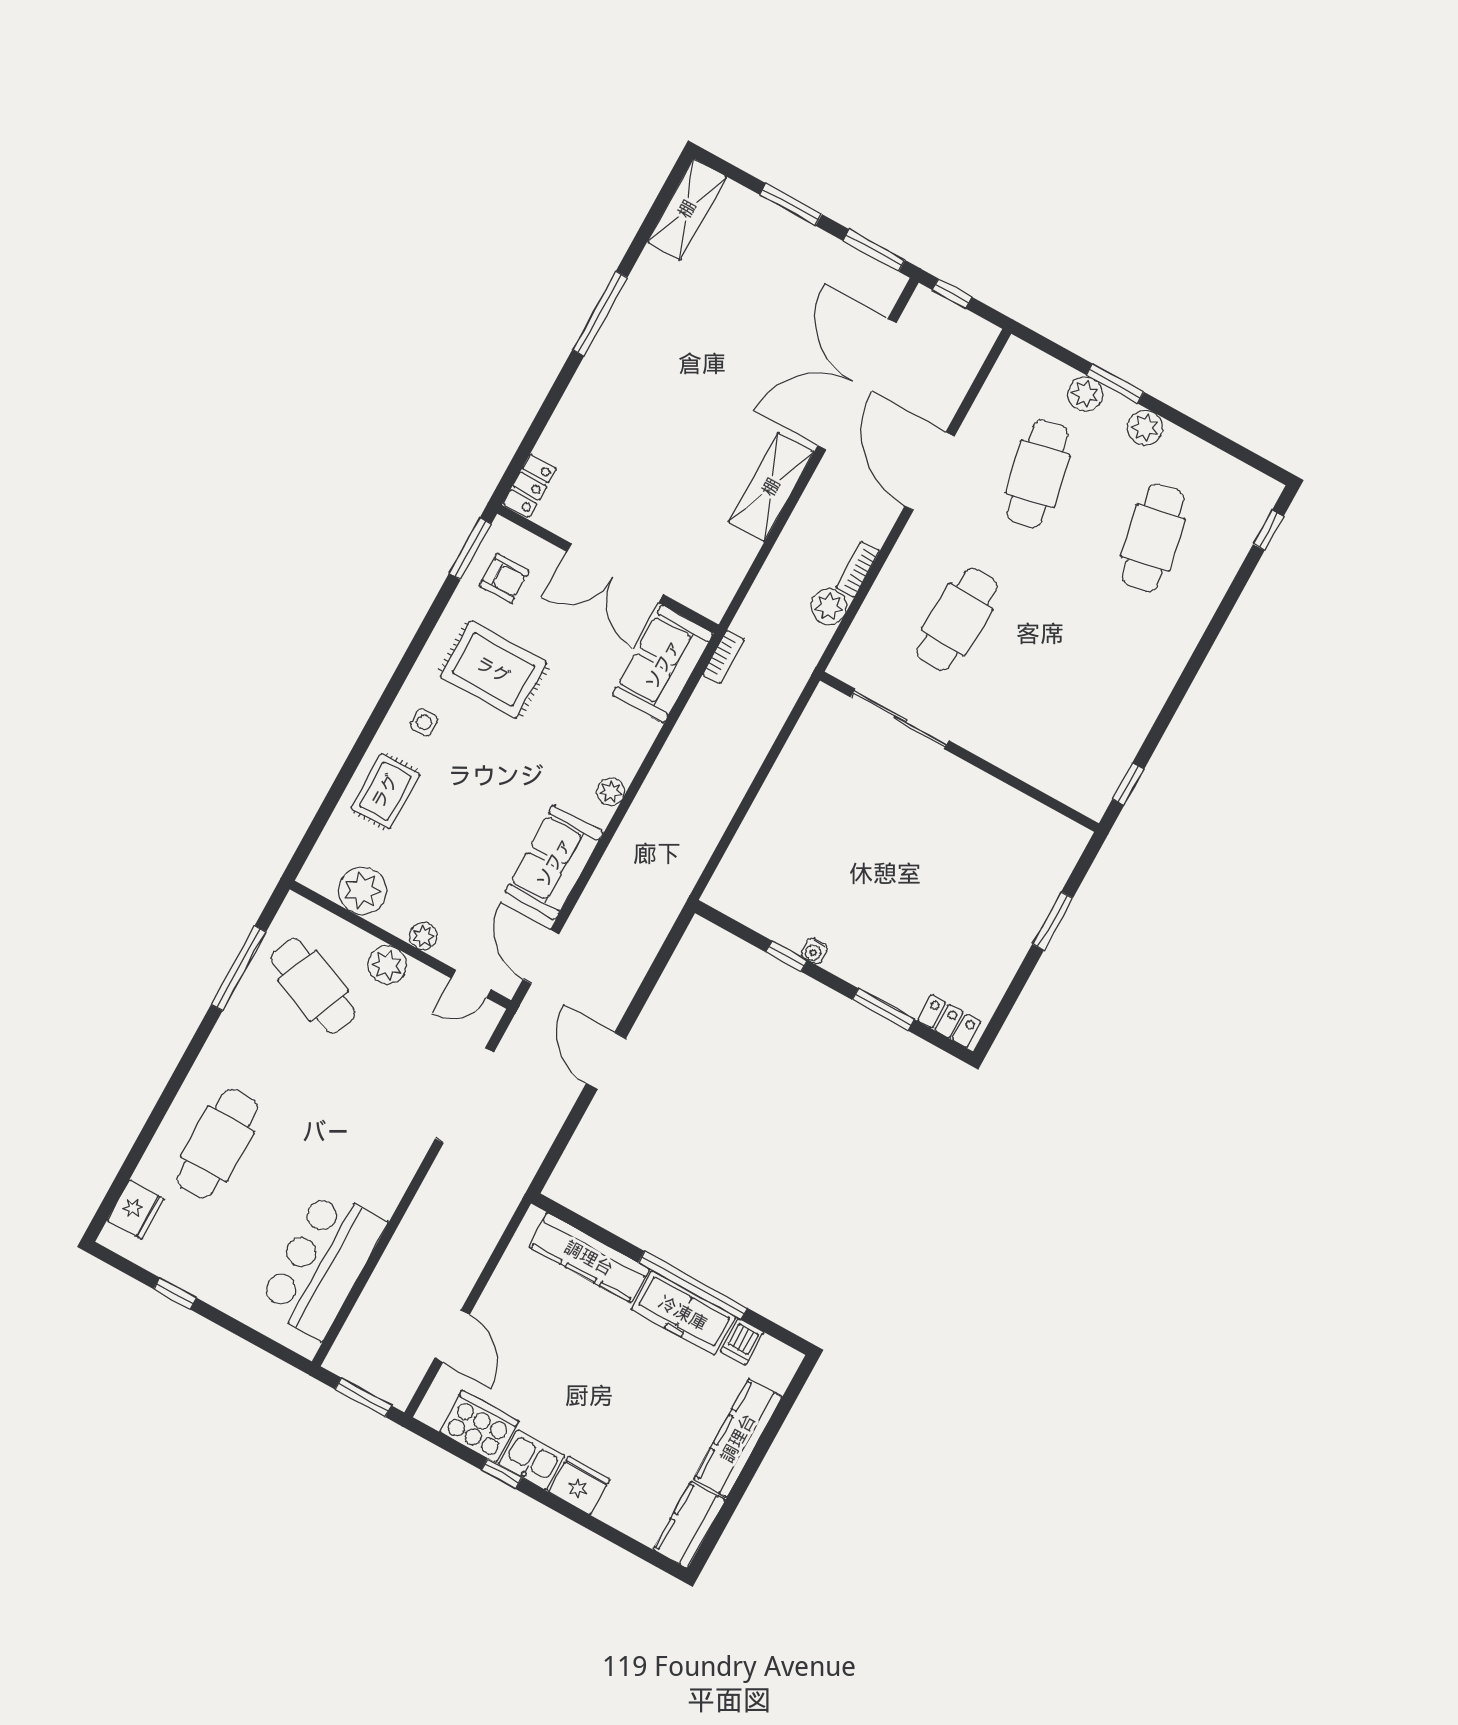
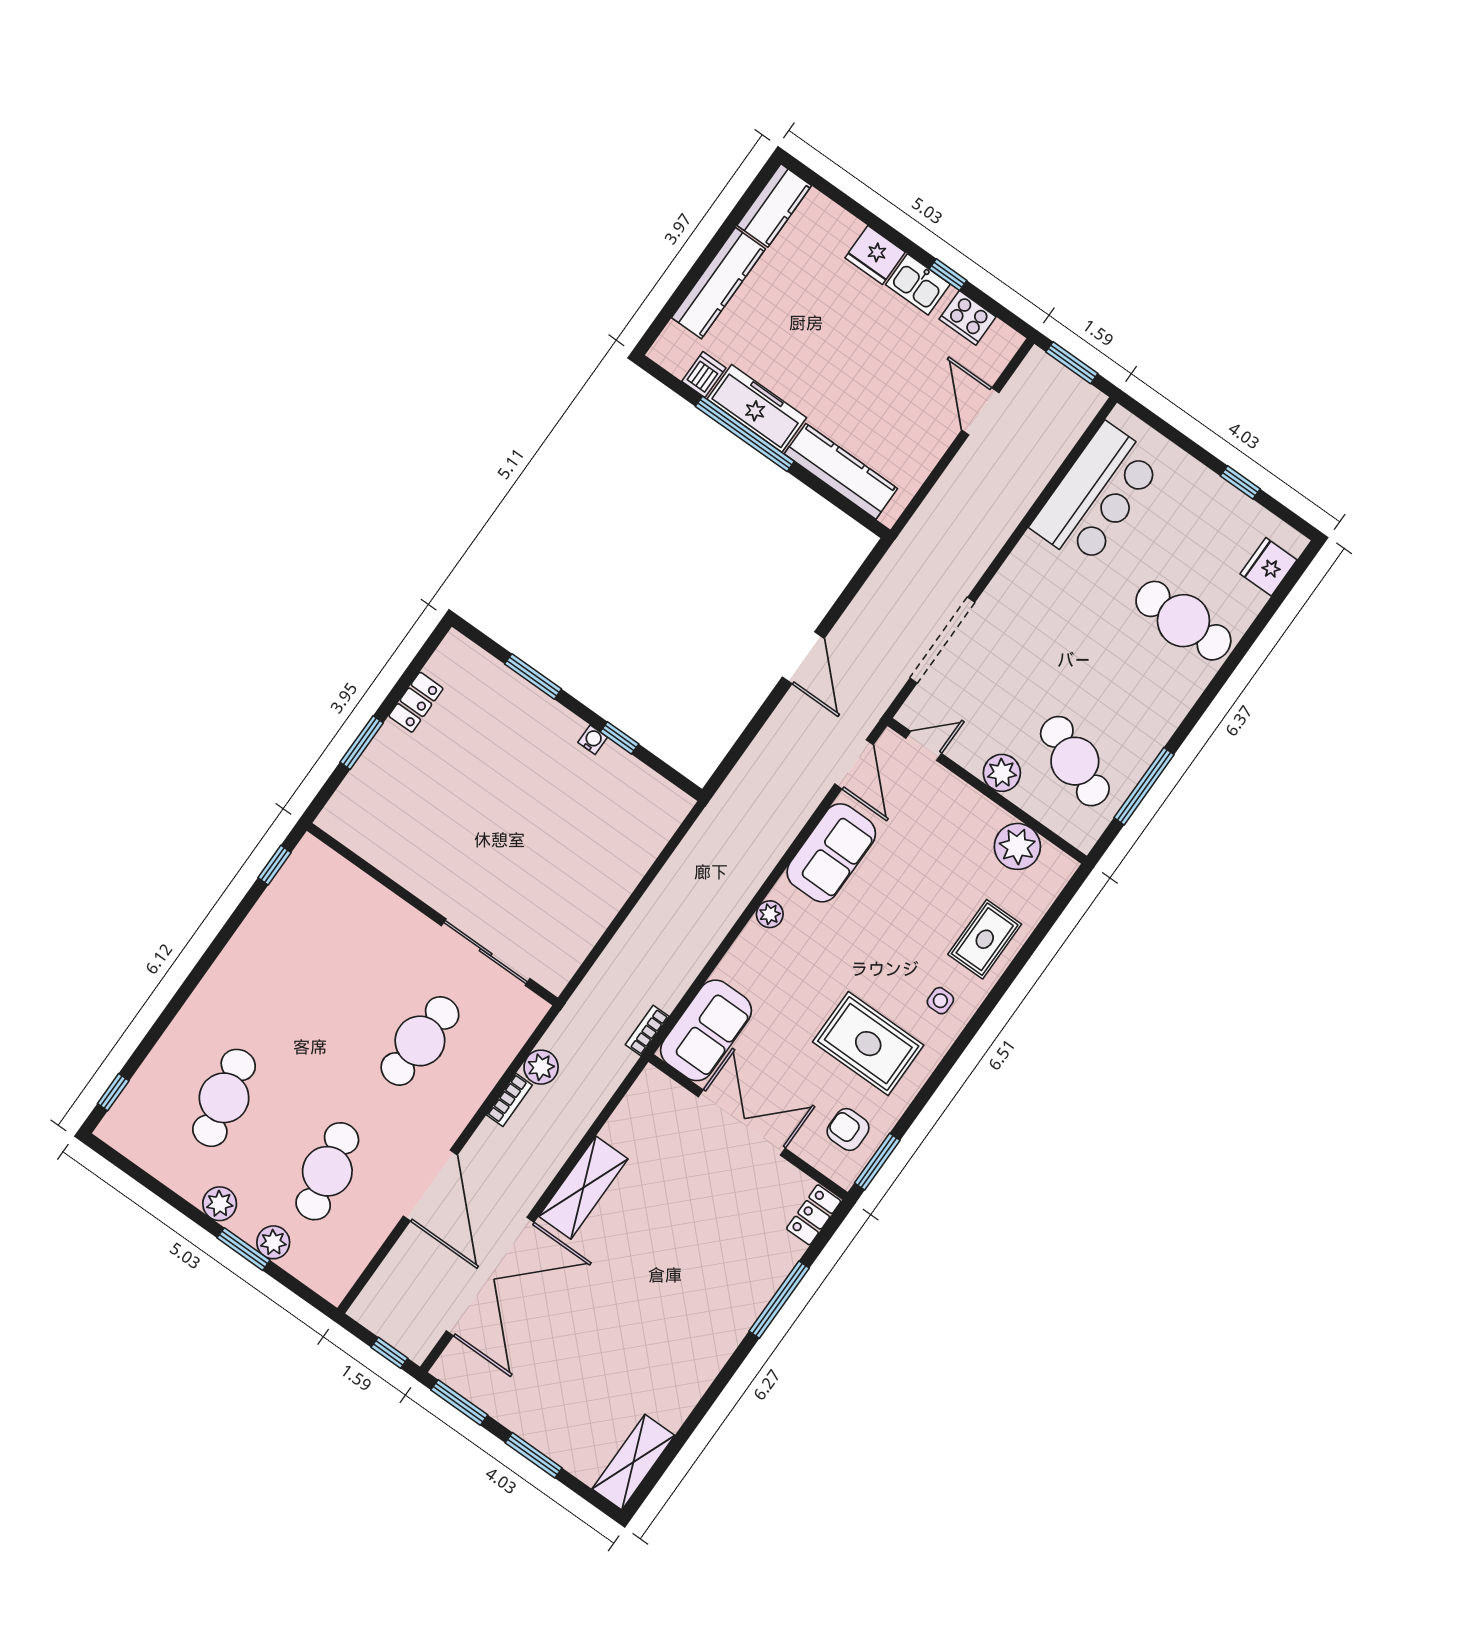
window: (600, 314) -> (779, 1300), moved
plant: (423, 936) -> (964, 797), removed
locker: (949, 1021) -> (416, 702), moved, turned -90
cafe table: (217, 1144) -> (1183, 621), turned 90
cooker: (479, 1426) -> (968, 318), width x0.73, depth x0.76

